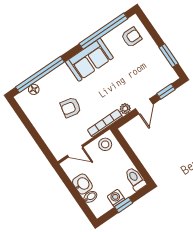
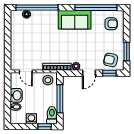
armchair: (71, 107) -> (111, 60), moved
window: (132, 155) -> (60, 99), added
window: (124, 205) -> (45, 127), moved

